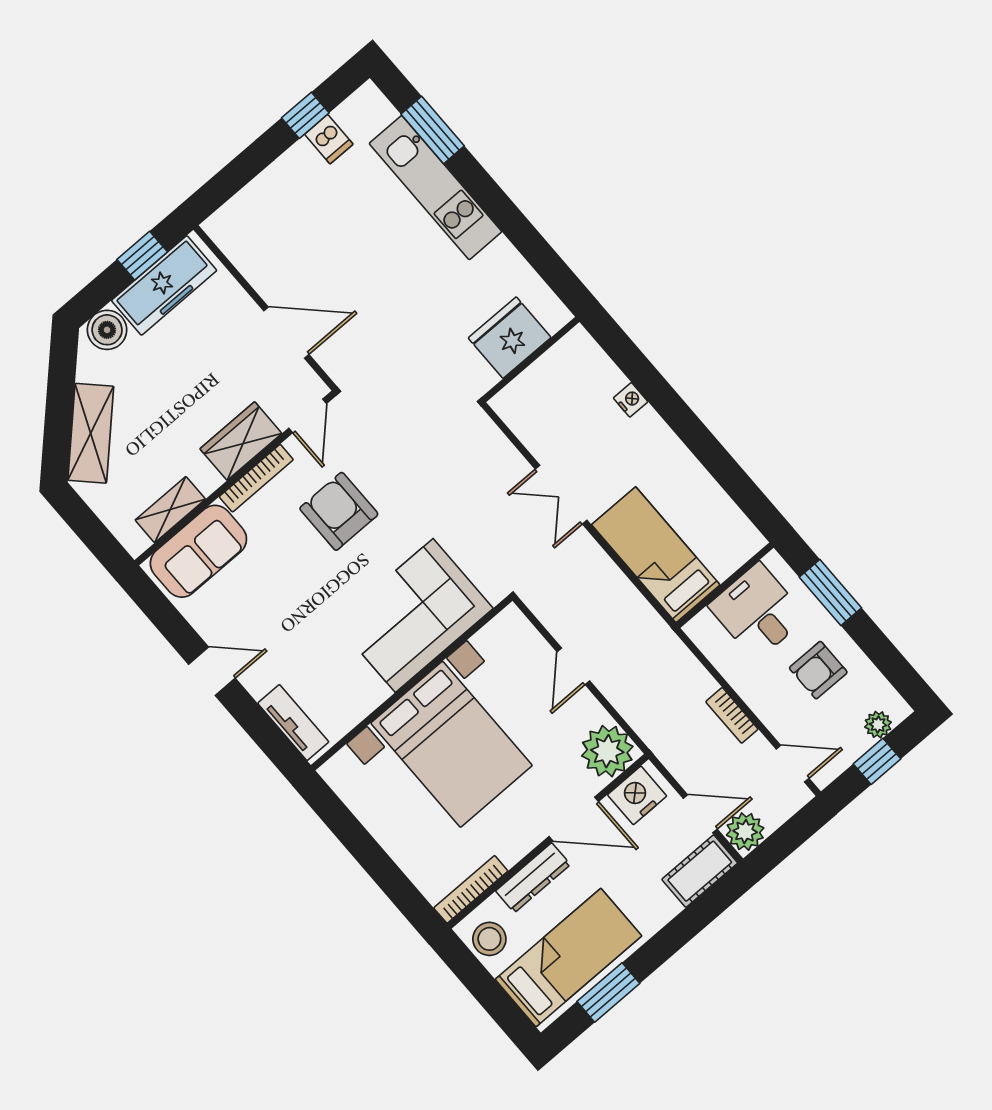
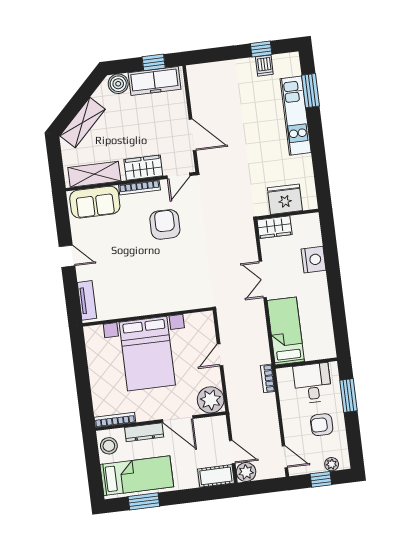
wardrobe: (523, 395) -> (275, 227), added
nightstand: (631, 400) -> (314, 260), width x1.89, depth x1.79
shelving: (170, 510) -> (94, 174), width x1.50, depth x1.33
corner sofa: (414, 615) -> (167, 289), removed
bookcase: (732, 715) -> (268, 378), moved
nightstand: (637, 795) -> (211, 427), removed

